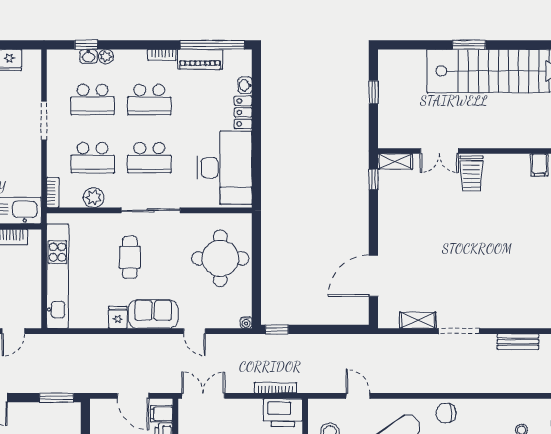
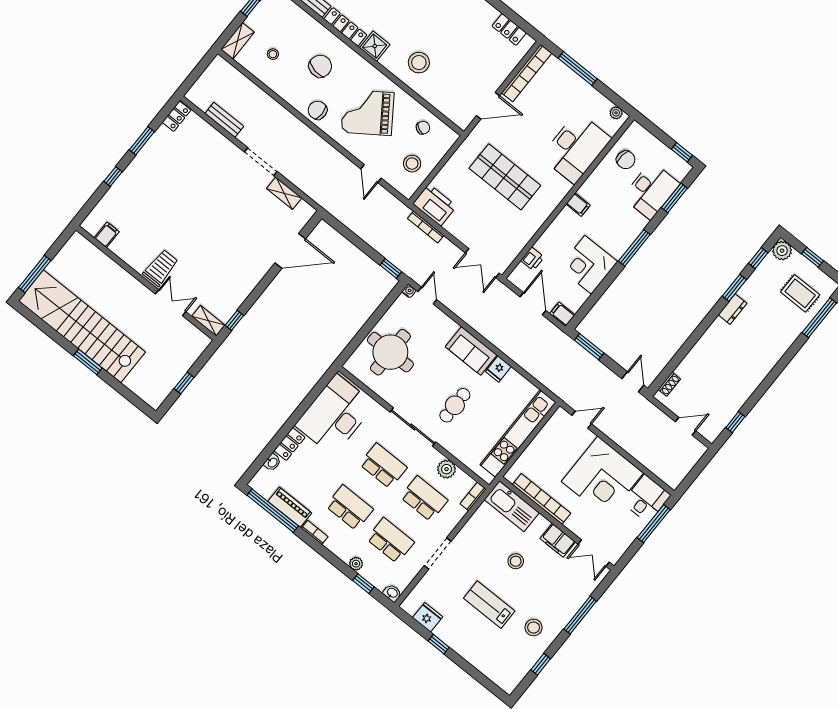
washbasin: (88, 56) -> (392, 593), moved
door: (194, 331) -> (427, 296), moved
chair: (446, 413) -> (318, 110), turned 180
filing cabinet: (162, 414) -> (562, 314), moved, turned 180

